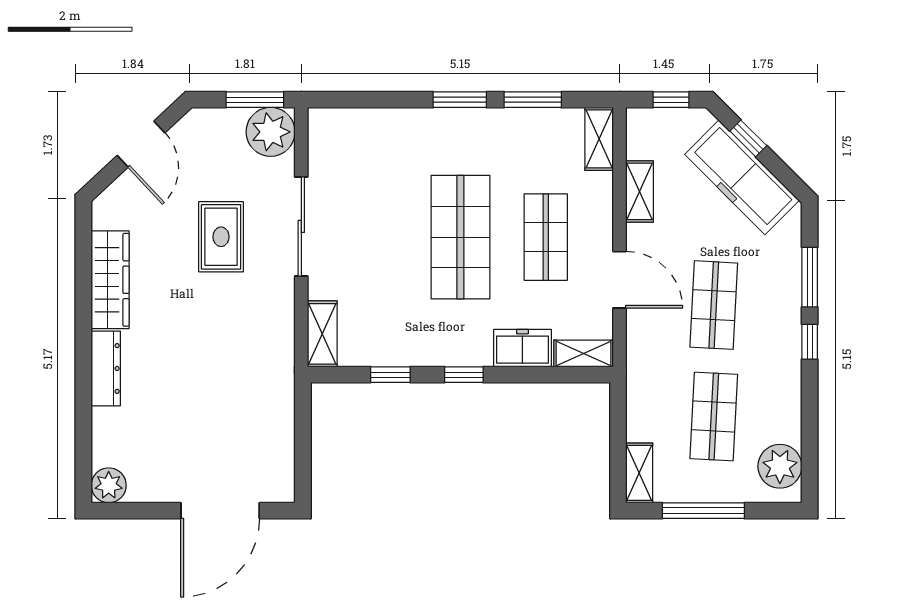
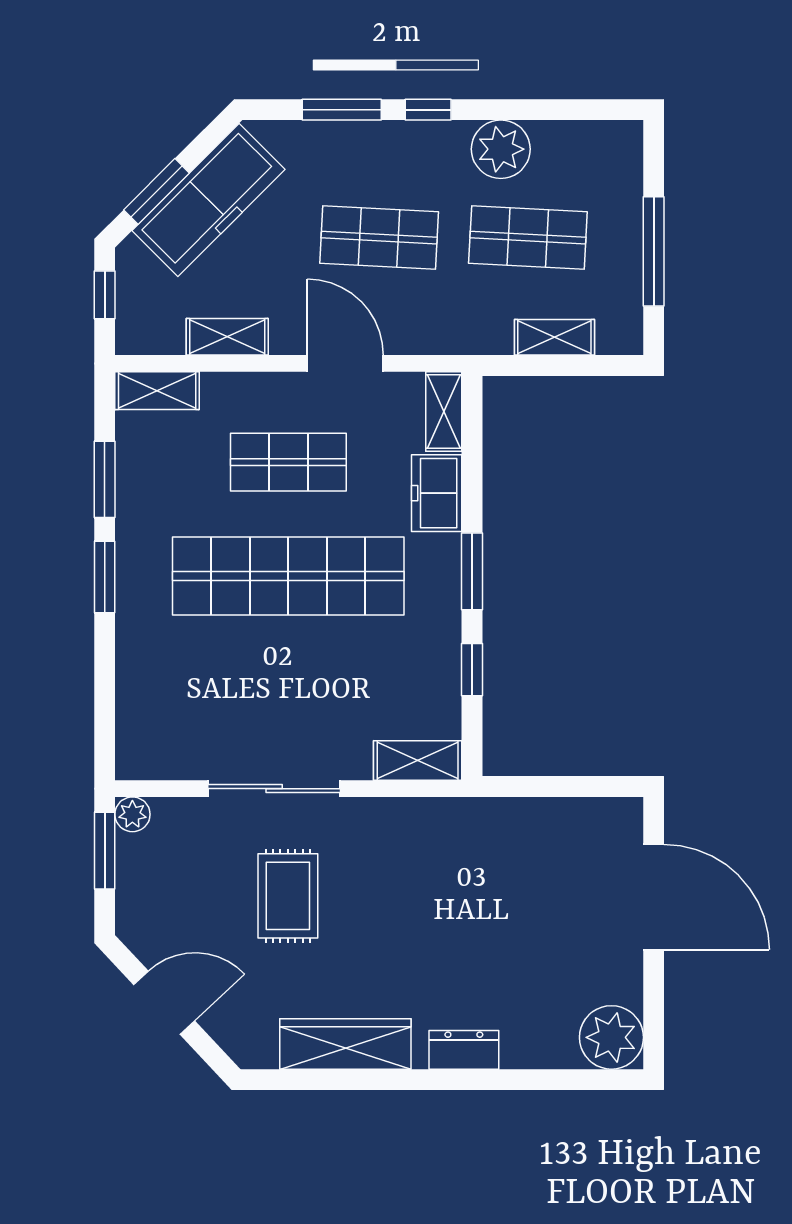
plant: (271, 132) -> (132, 814), width x0.53, depth x0.53
window: (748, 138) -> (156, 191), width x1.50
rug: (221, 237) -> (288, 896), turned 90
shop shelf: (460, 237) -> (288, 576), width x1.40
door: (620, 280) -> (345, 363), hinge flipped
dresser: (106, 368) -> (464, 1050), width x0.70
window: (464, 375) -> (472, 571), width x1.50
plant: (780, 466) -> (501, 149), moved
shelving: (639, 473) -> (554, 337), moved
plant: (109, 485) -> (611, 1037), width x1.36, depth x1.36

